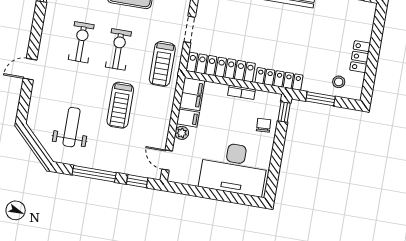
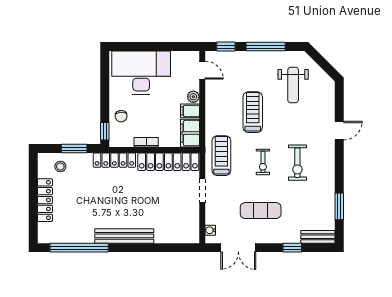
exercise bike: (118, 49) -> (263, 162), width x0.73, depth x0.72
locker: (360, 57) -> (45, 200), width x1.53

